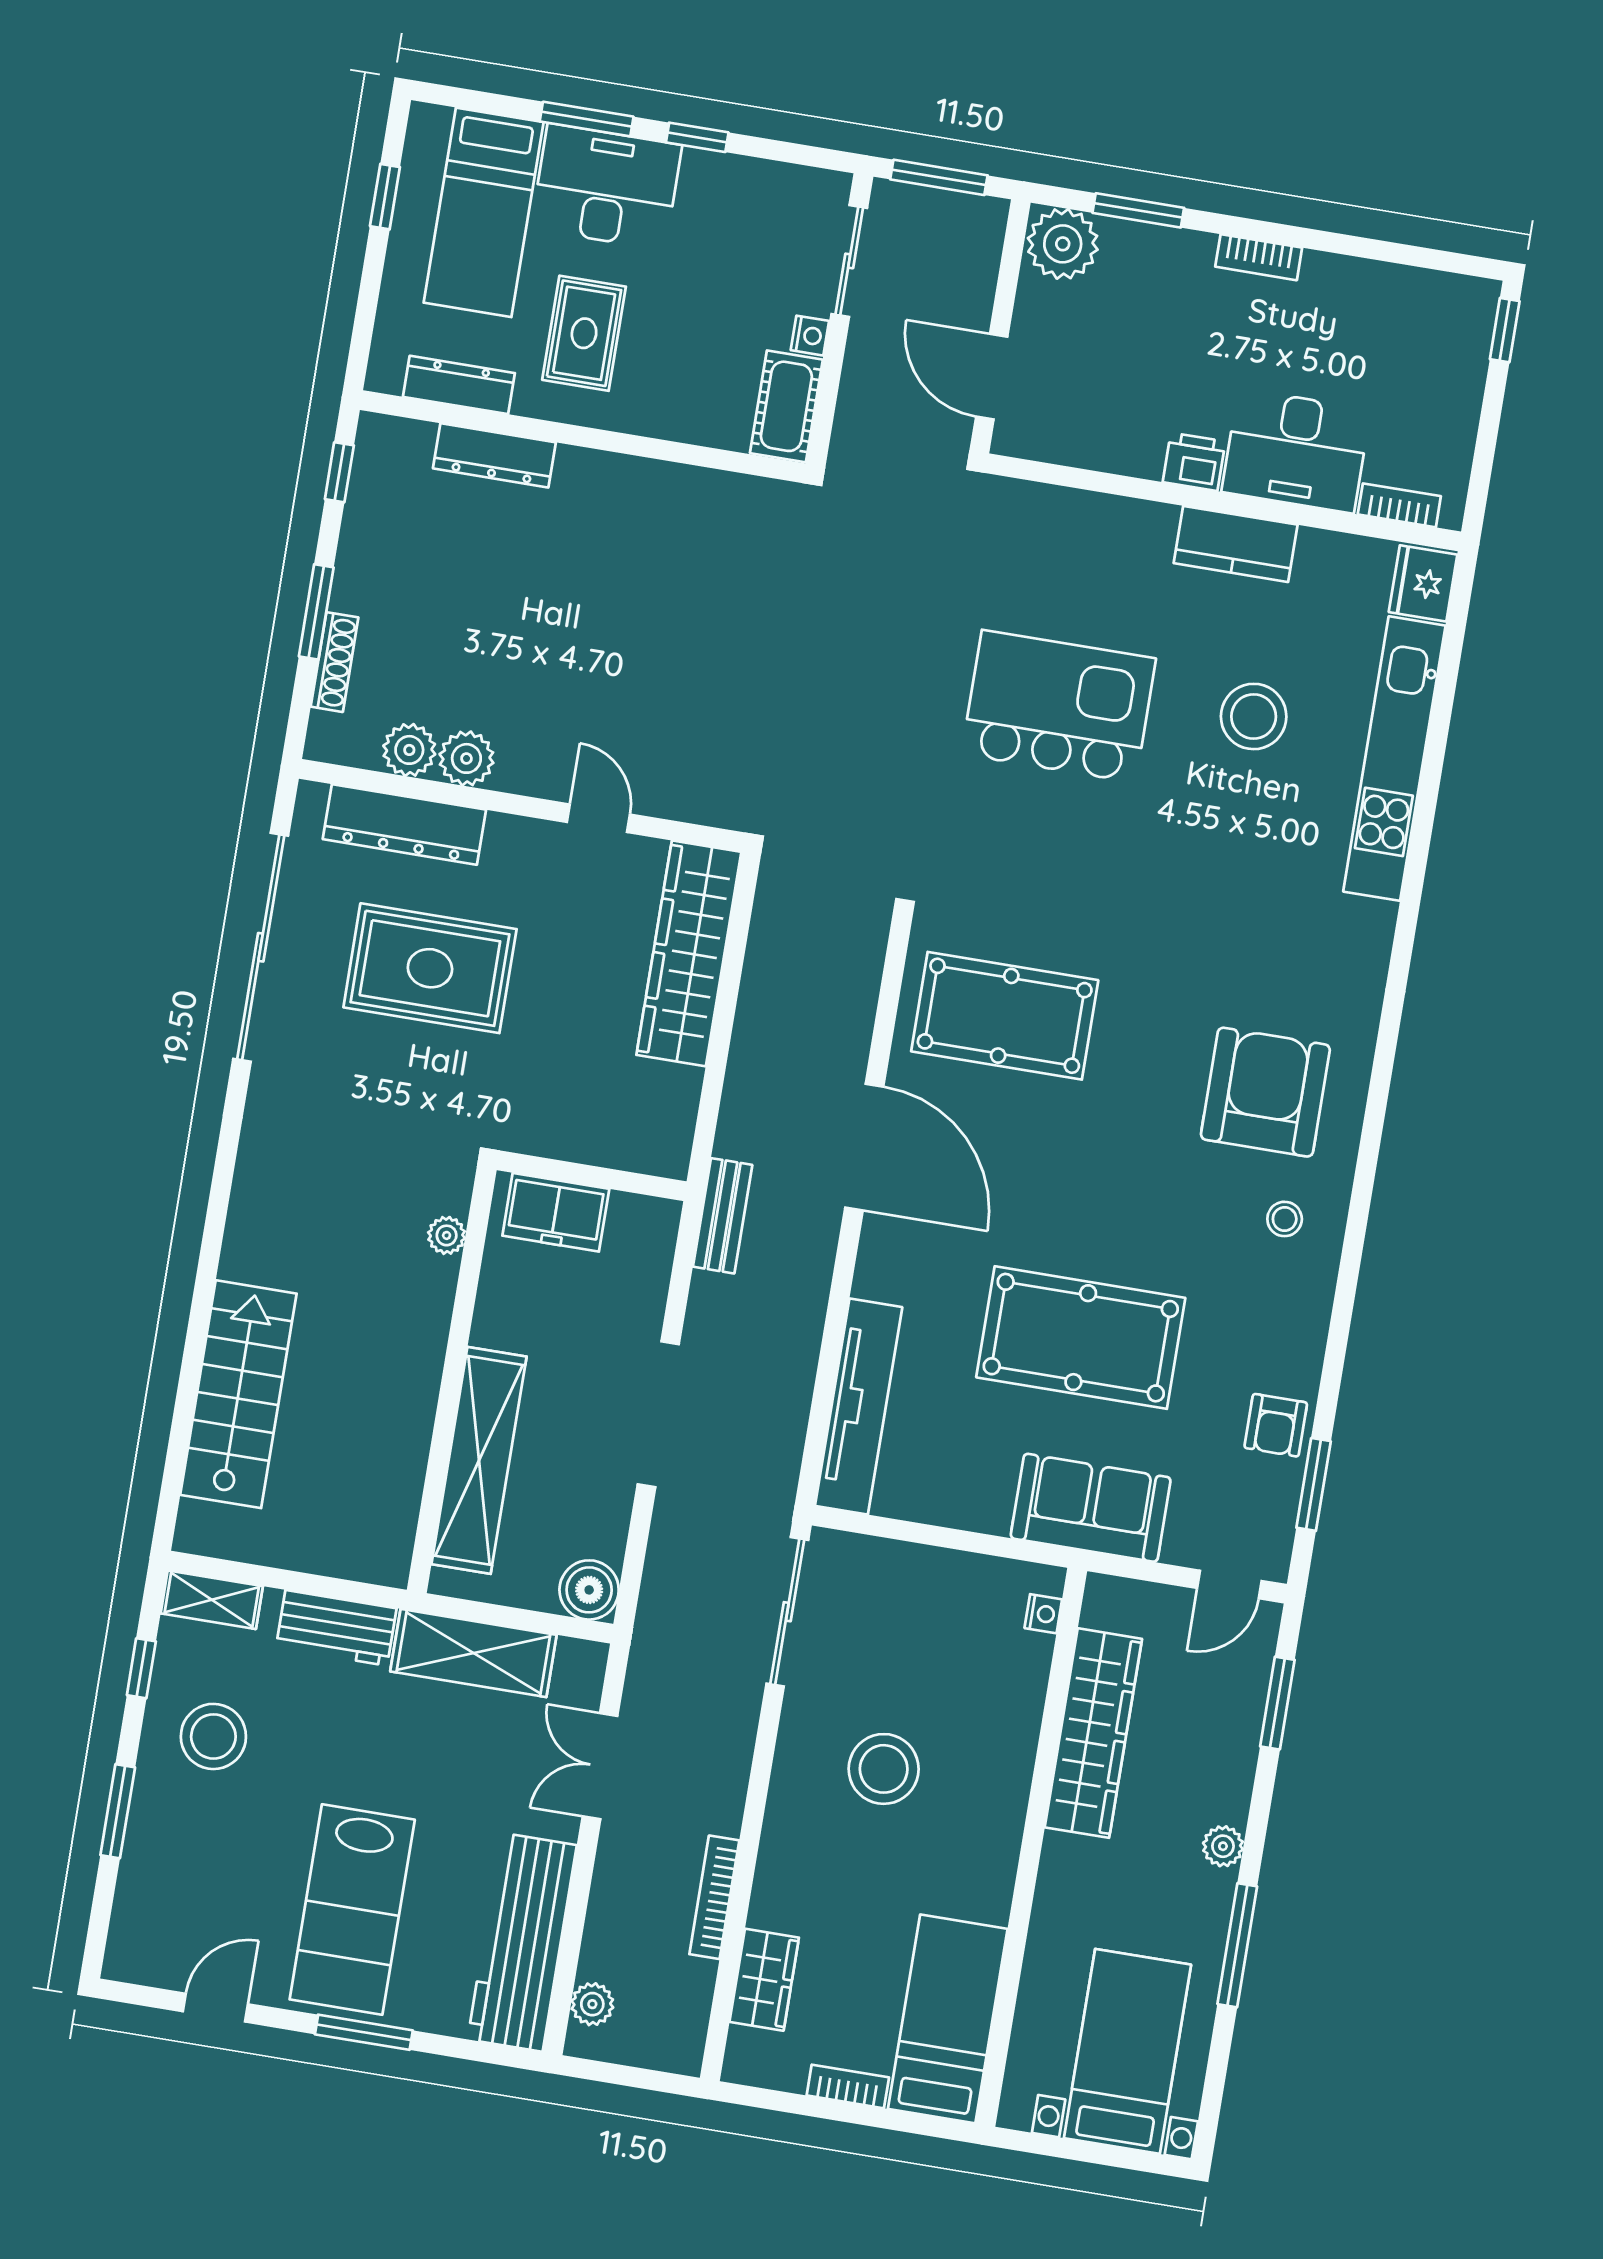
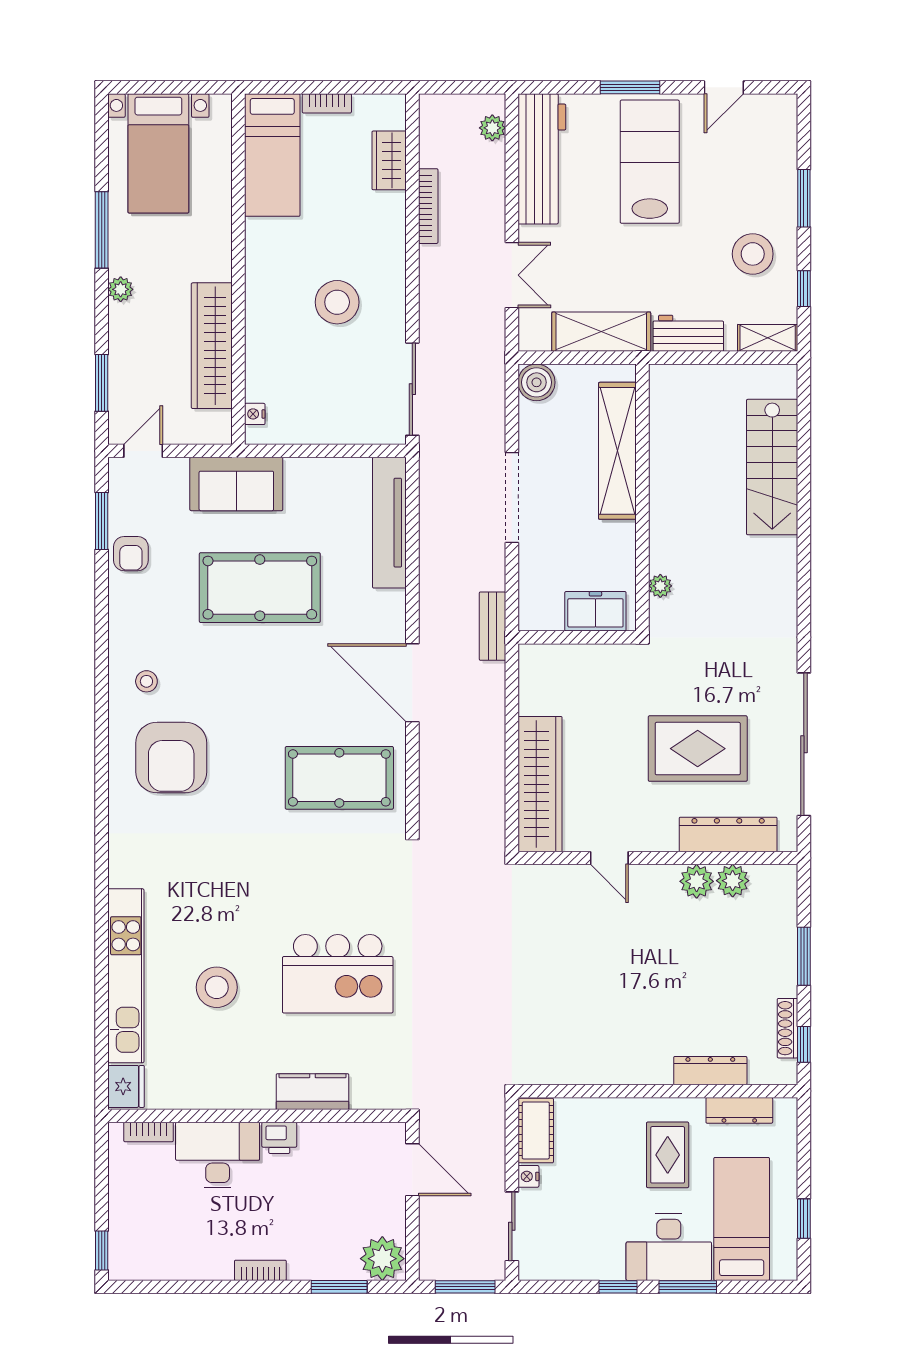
kitchen counter: (1236, 544) -> (312, 1092), moved
shoe rack: (335, 662) -> (788, 1028), moved
armchair: (1276, 1425) -> (131, 554), turned 180

